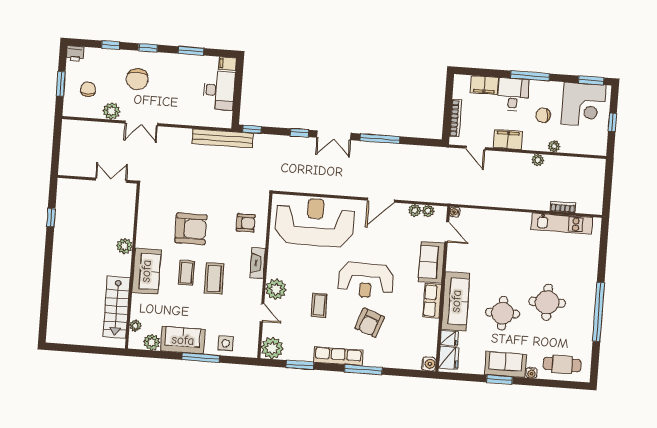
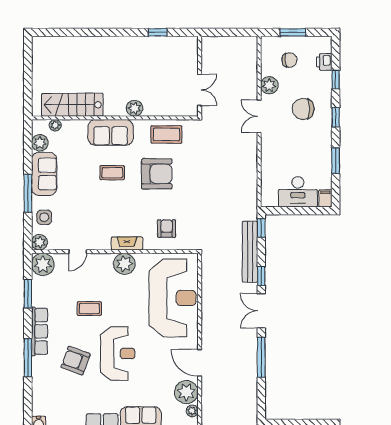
printer: (75, 54) -> (324, 62), moved
bench: (222, 138) -> (250, 252), moved
plant: (415, 210) -> (186, 392), width x1.88, depth x1.88
armchair: (246, 223) -> (167, 229), turned 180
armchair: (191, 229) -> (157, 174), turned -90
coffee table: (214, 278) -> (166, 134), moved
reception desk: (366, 280) -> (118, 354), turned 180
plant: (276, 289) -> (124, 264), moved
plant: (250, 350) -> (39, 242), added

